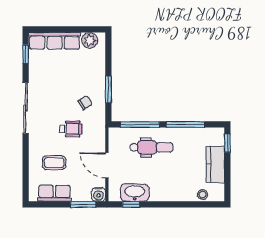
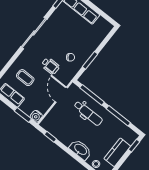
plant: (90, 40) -> (102, 23), removed
door: (107, 165) -> (61, 95), moved
washbasin: (135, 193) -> (80, 150), moved

